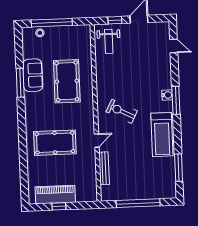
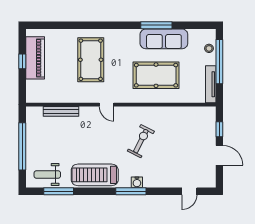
tv unit: (73, 30) -> (211, 84), added
weight bench: (109, 41) -> (47, 174), moved
sofa: (33, 75) -> (164, 39), width x1.36
exercise bike: (122, 111) -> (141, 141), moved
door: (97, 141) -> (107, 105), moved

